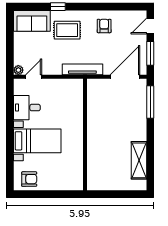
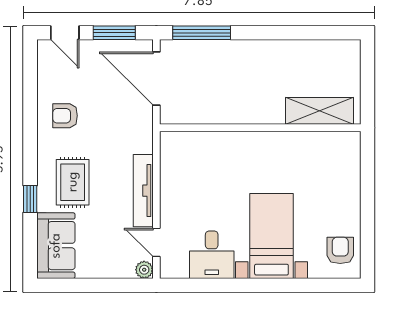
tv unit: (82, 69) -> (143, 191), moved
wall: (85, 135) -> (260, 128), moved
shelving: (139, 160) -> (320, 111), moved

